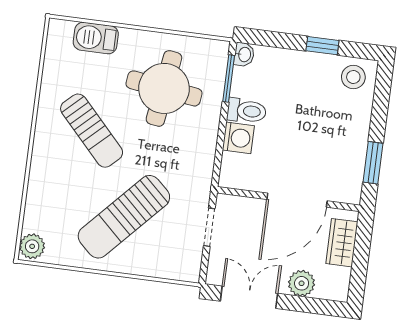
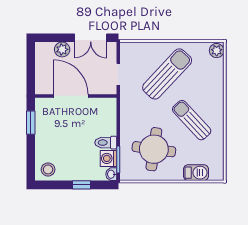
window: (322, 46) -> (81, 185), moved
washing machine: (238, 138) -> (108, 158), moved
door: (297, 200) -> (71, 96), hinge flipped
wardrobe: (342, 243) -> (42, 75), removed

